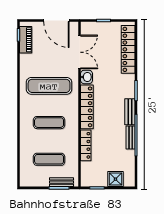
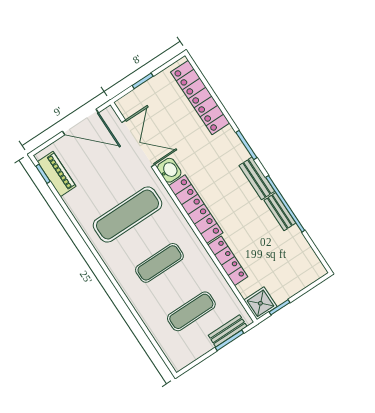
shower: (115, 179) -> (260, 303), moved

